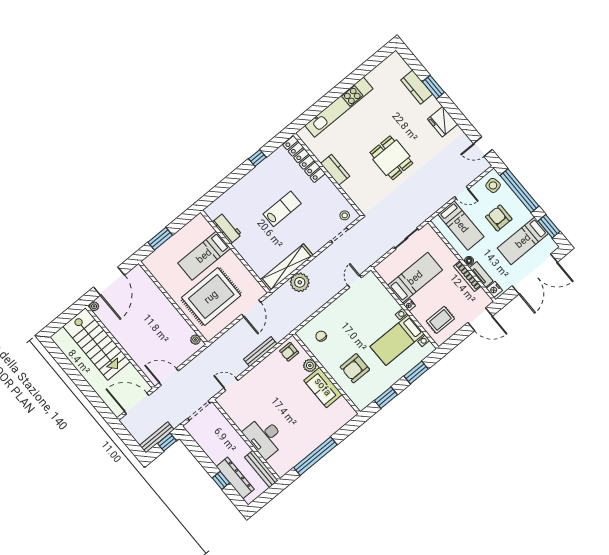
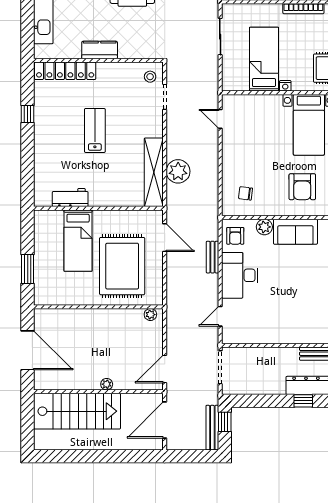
plant: (94, 306) -> (107, 384), moved
bench: (260, 352) -> (213, 257), width x0.73
desk: (264, 437) -> (240, 275), moved, turned 90

